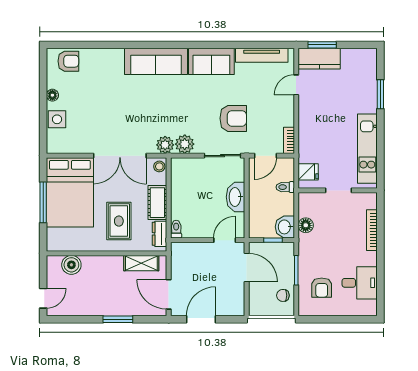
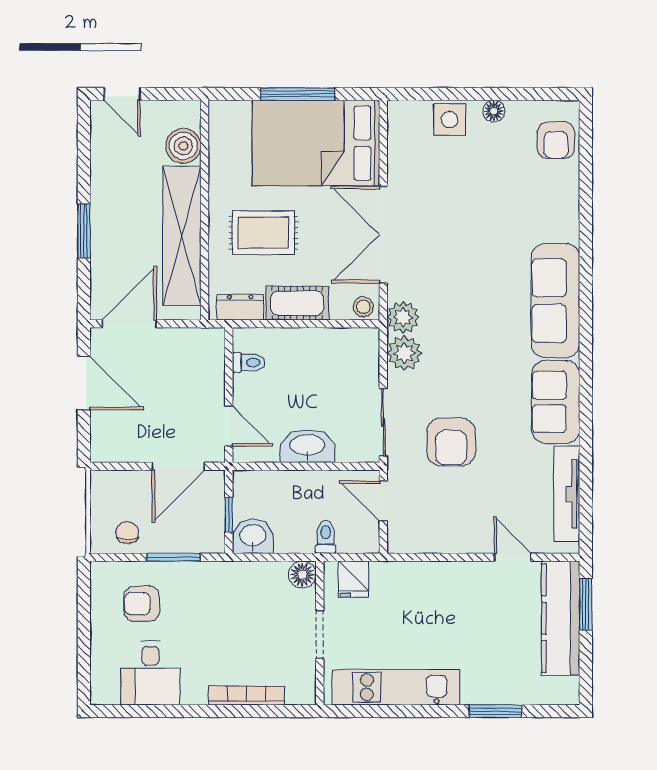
kitchen counter: (319, 59) -> (561, 618), width x1.50
bookcase: (289, 140) -> (411, 544), removed
floor lamp: (306, 225) -> (302, 575), moved
toilet: (176, 229) -> (249, 363), moved
shelving: (141, 263) -> (182, 236), width x2.20, depth x1.33

